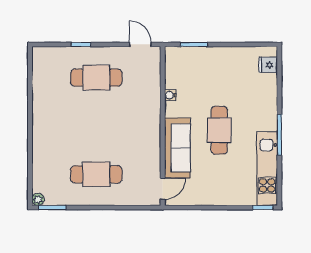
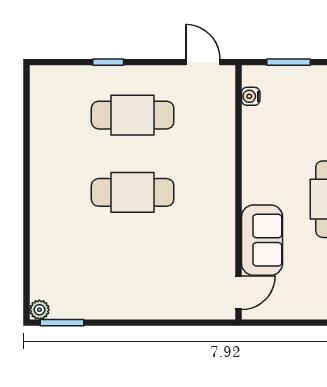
water cooler: (170, 95) -> (251, 96), moved
sofa: (177, 148) -> (262, 240), width x0.73
cafe table: (96, 174) -> (133, 192), moved

